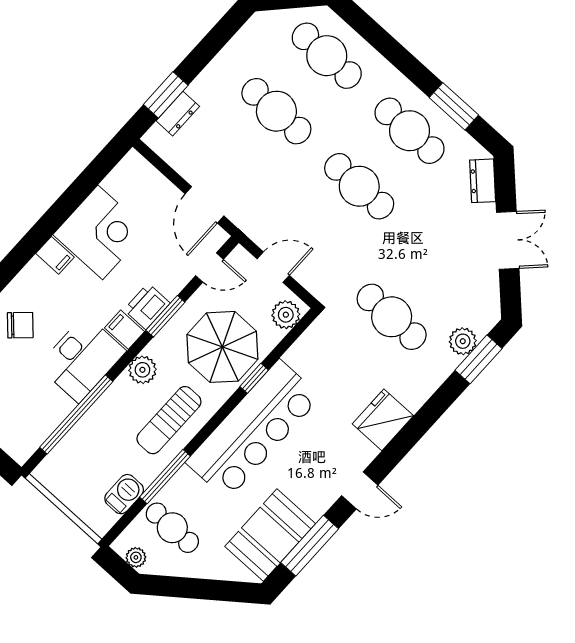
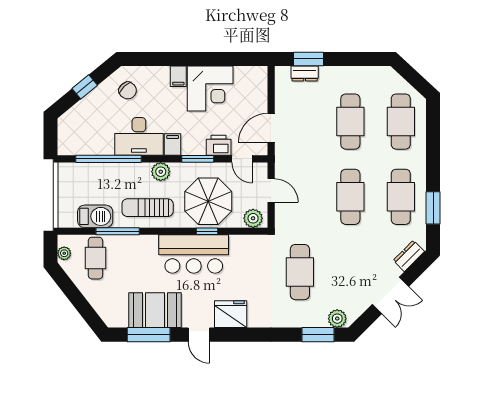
printer: (147, 306) -> (219, 145), moved
plant: (463, 341) -> (337, 319), moved
fridge: (383, 420) -> (231, 314), moved
bar counter: (253, 430) -> (194, 254), width x0.73
barbecue: (124, 494) -> (95, 216), width x1.38, depth x1.27
booth: (270, 535) -> (155, 310), moved

